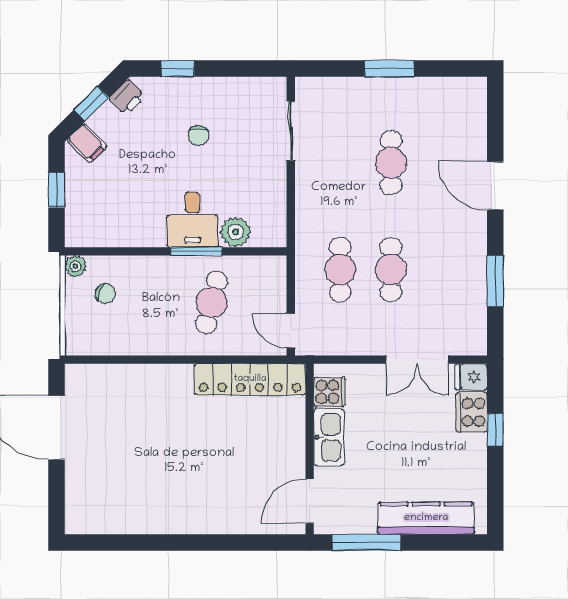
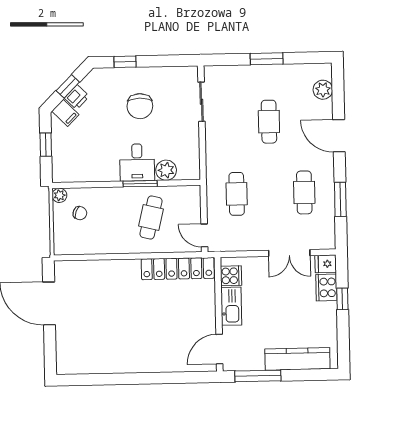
printer: (127, 97) -> (77, 97), moved
plant: (473, 117) -> (323, 90), added
chair: (198, 135) -> (140, 106), width x1.87, depth x1.87
cafe table: (391, 270) -> (304, 192), moved

